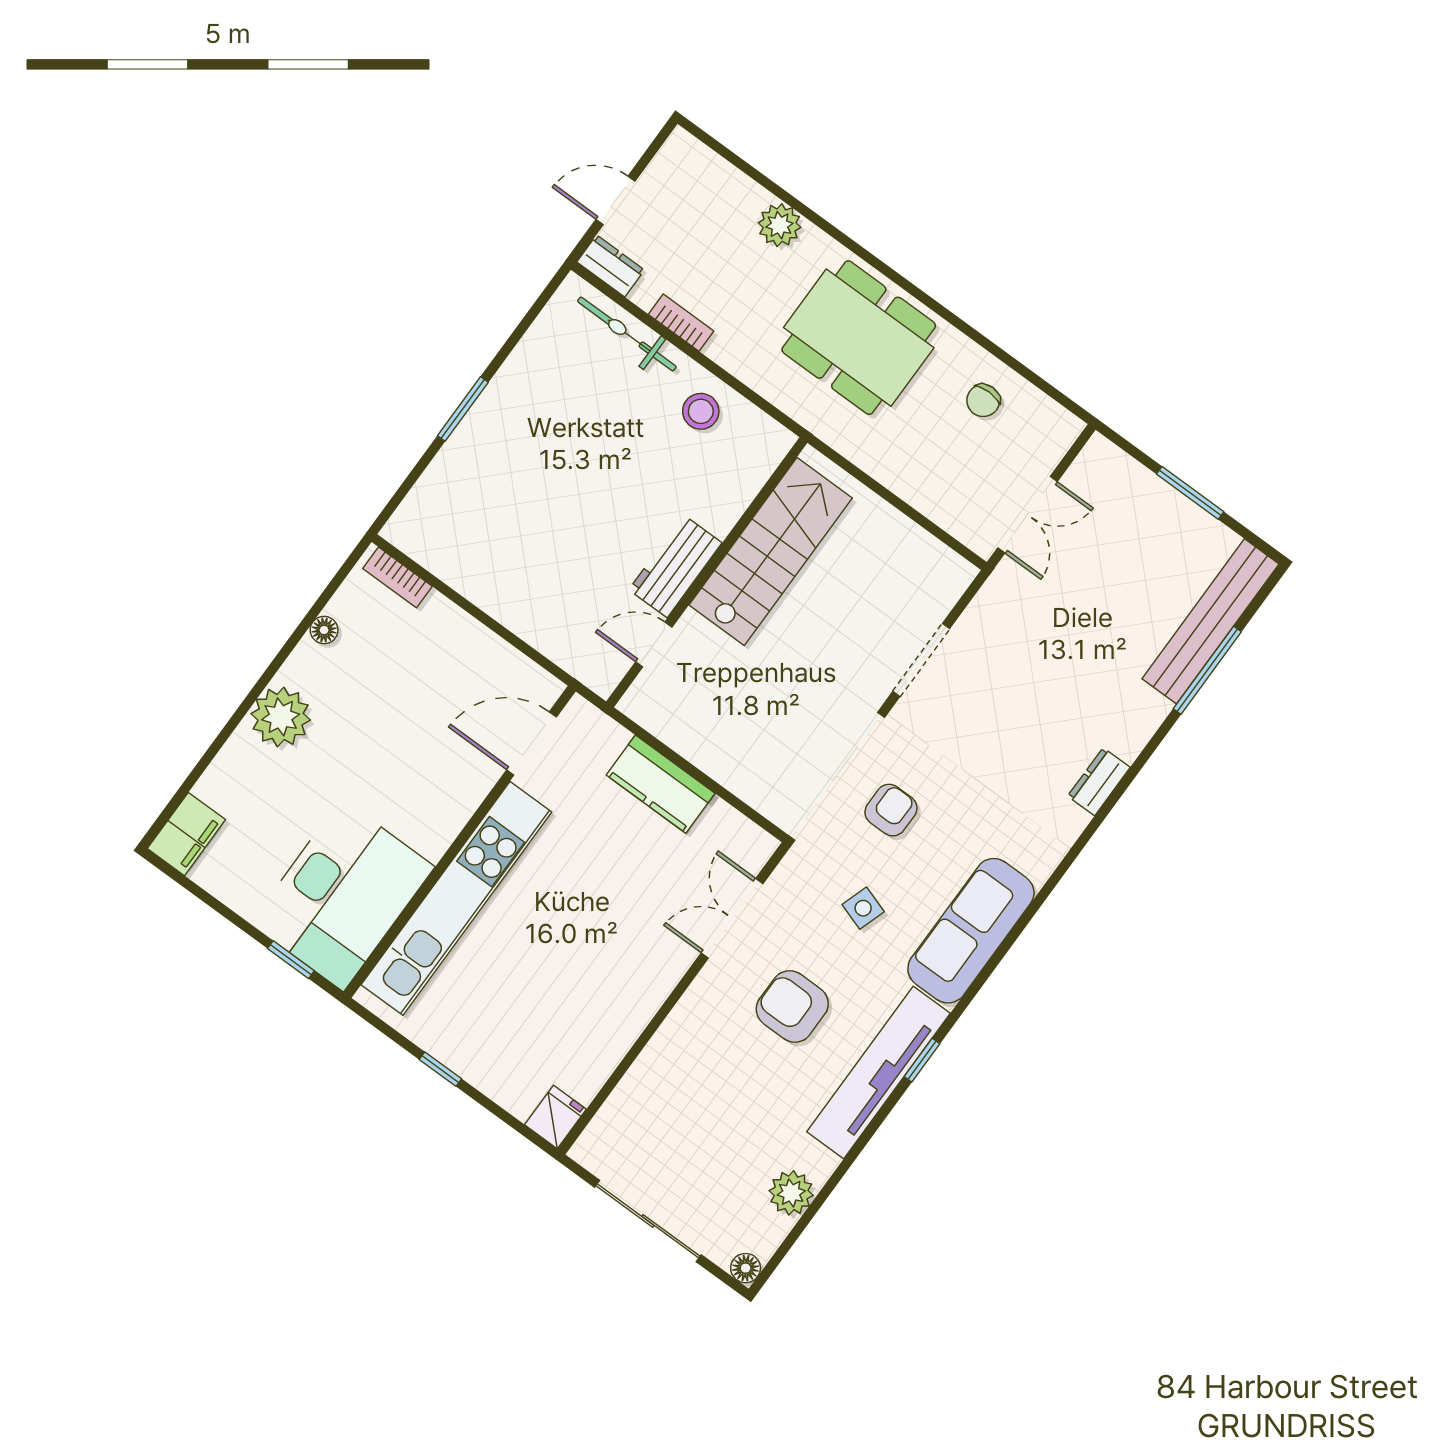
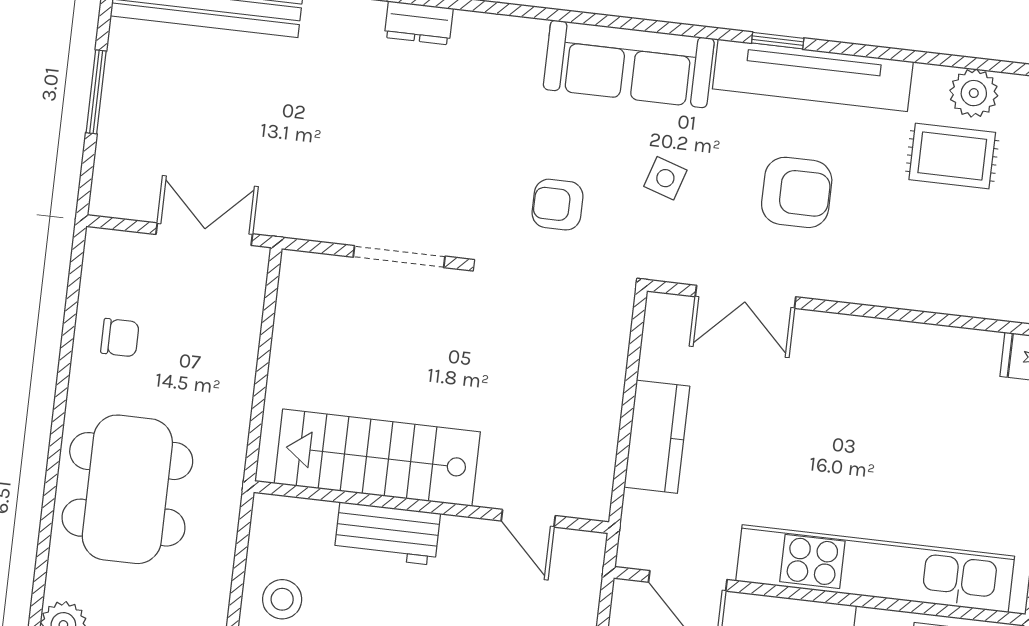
workbench: (675, 566) -> (387, 534), moved
armchair: (792, 1006) -> (797, 192), turned -90
rug: (751, 1147) -> (952, 156), added

